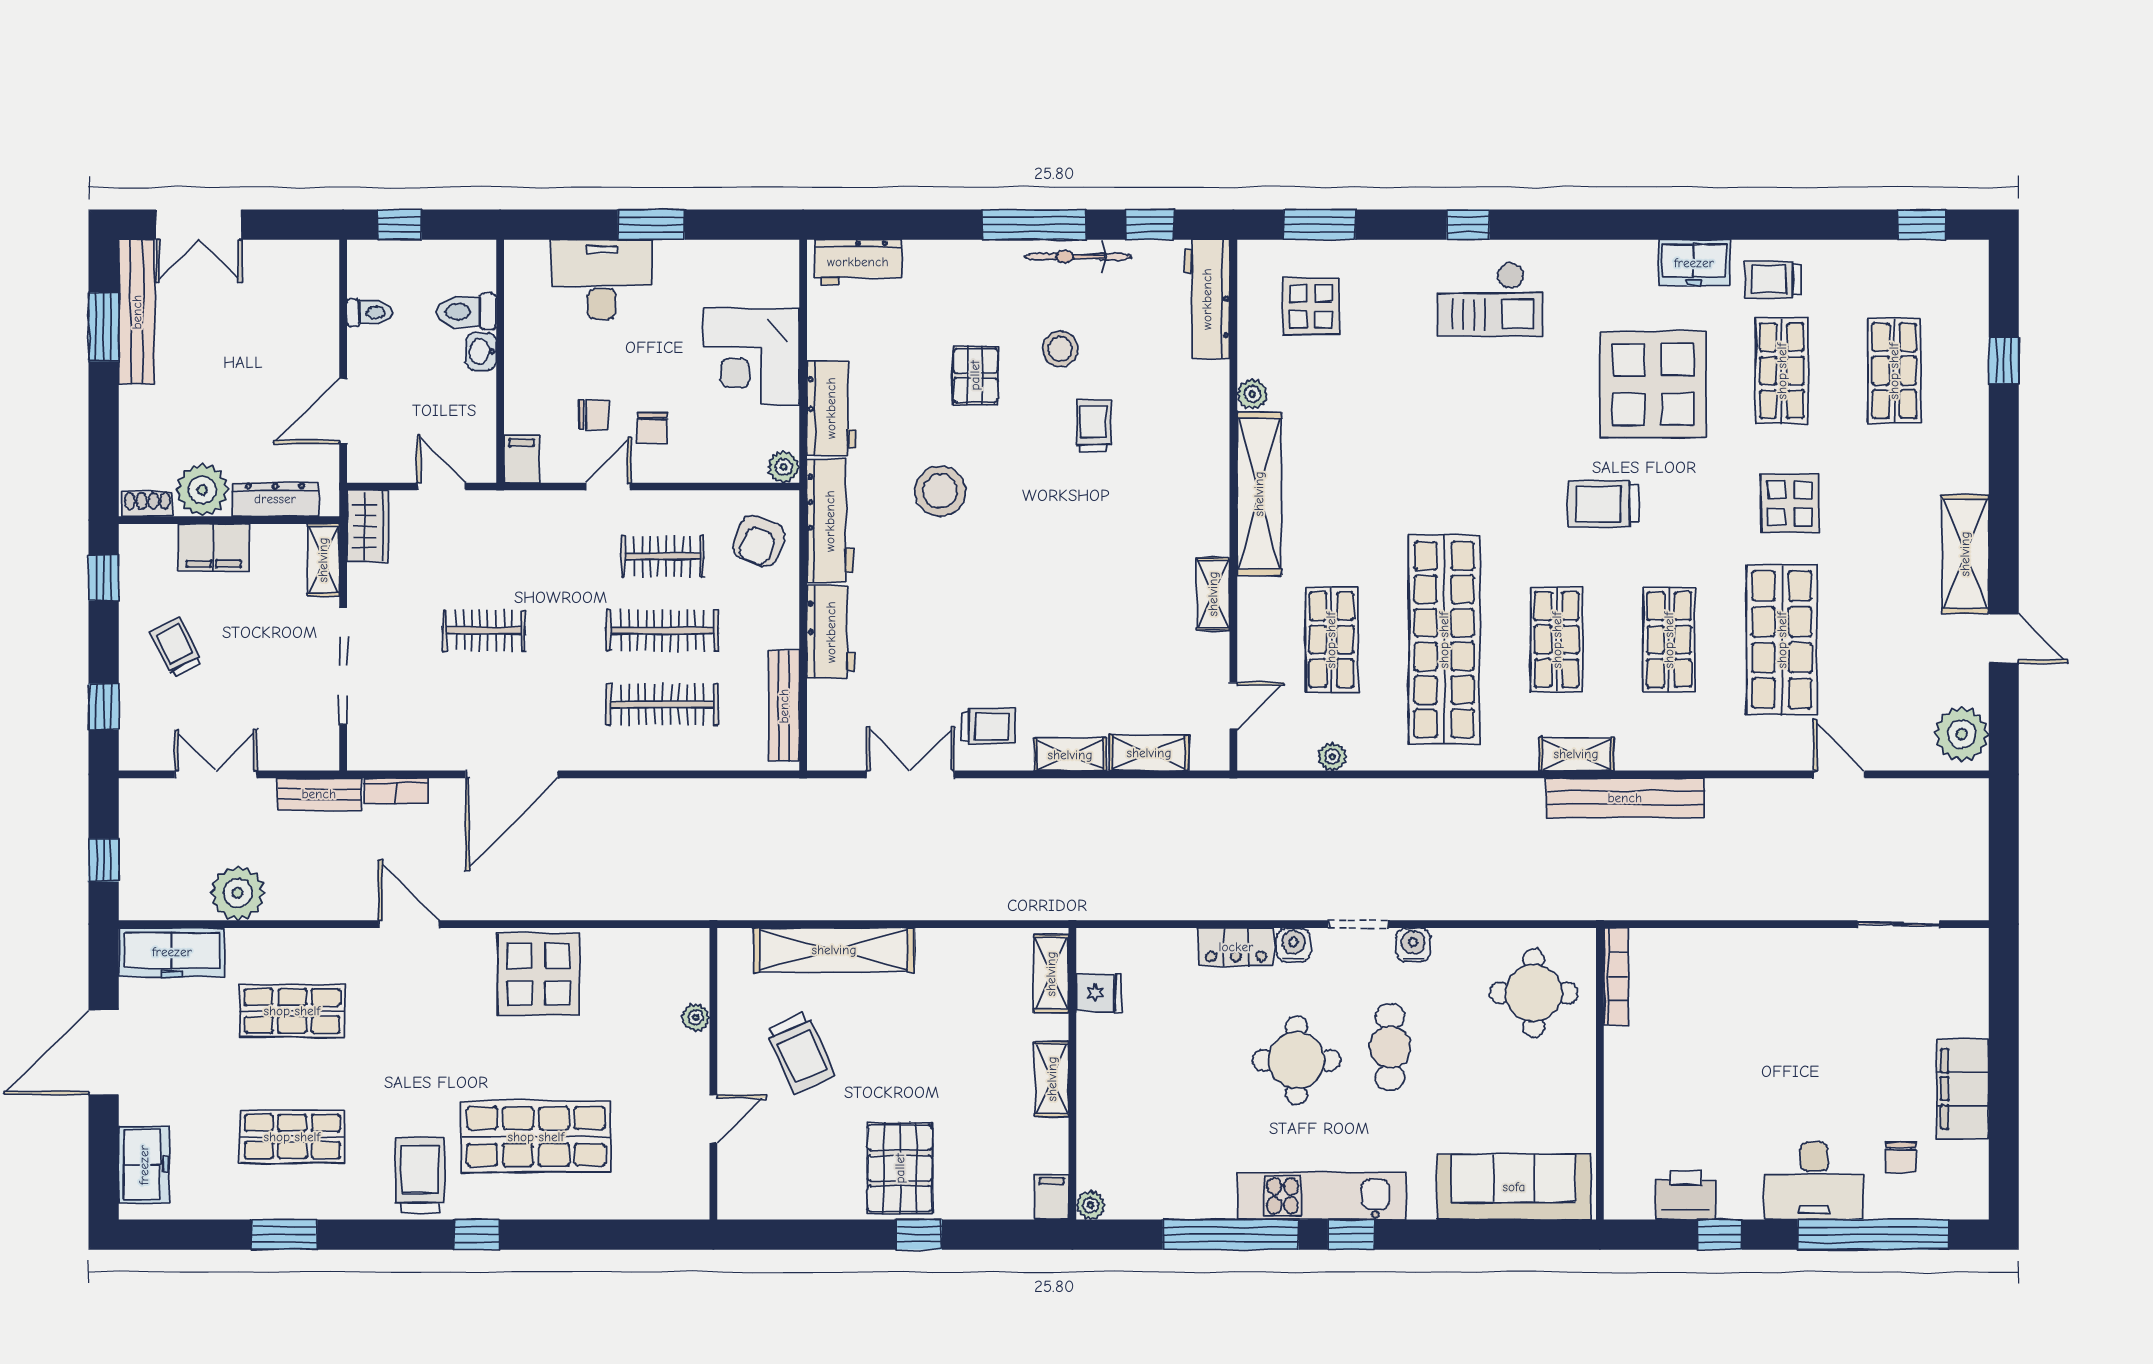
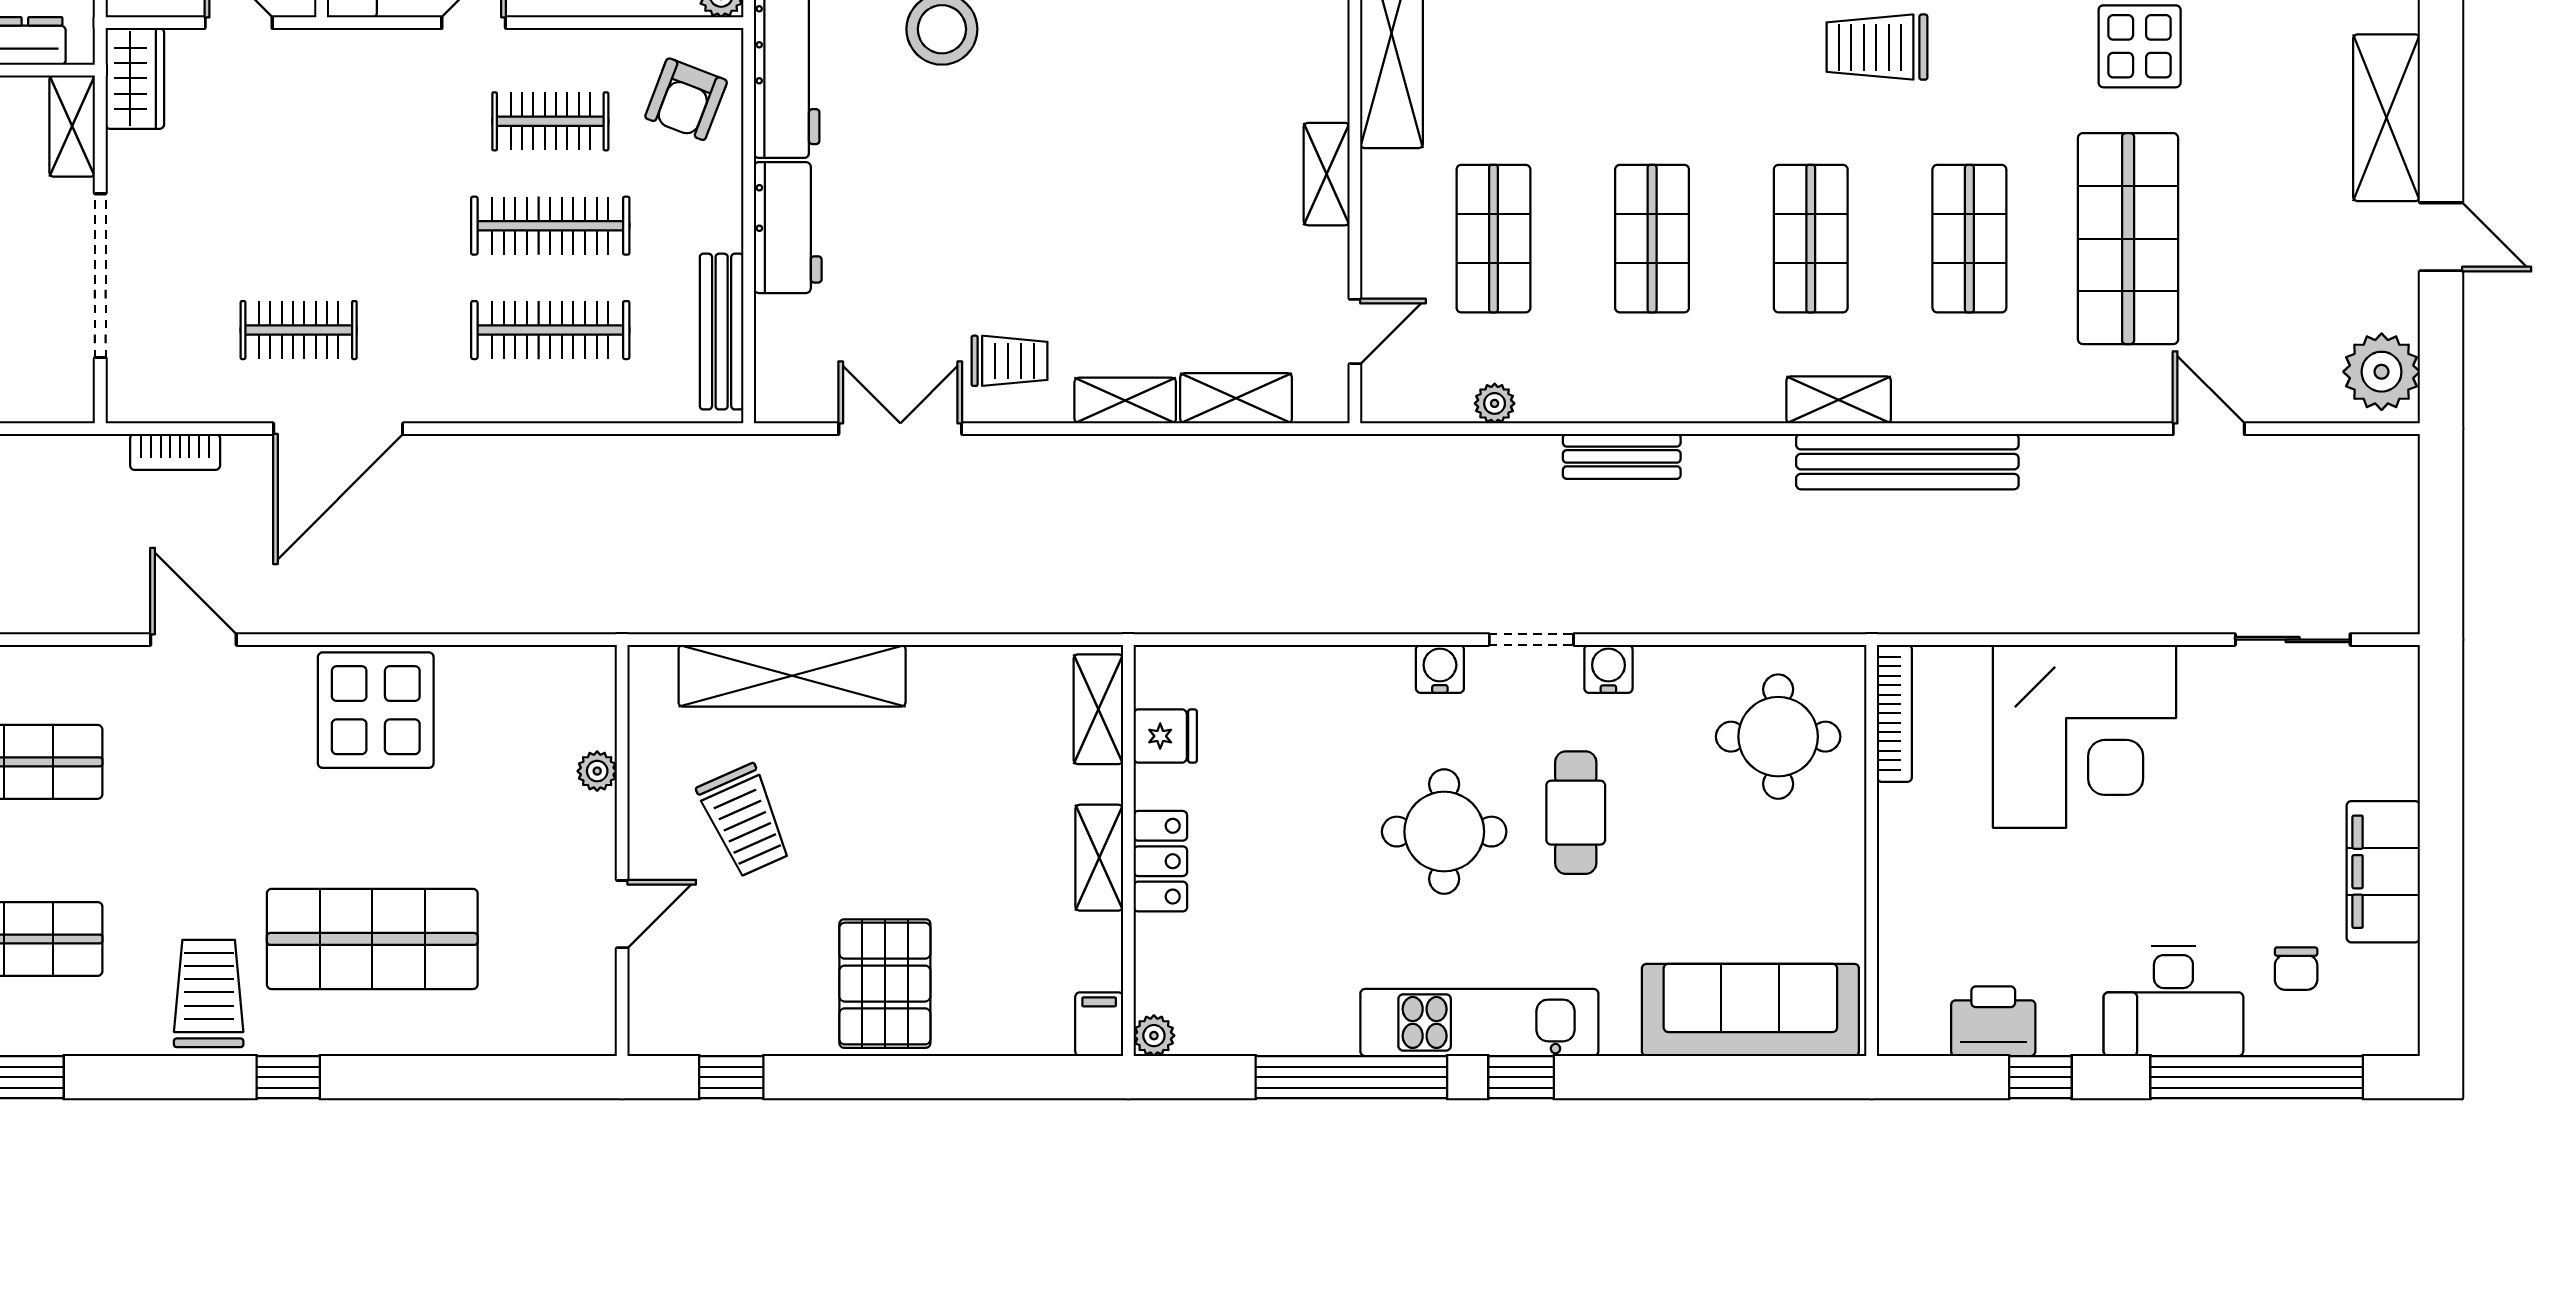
clothes rail: (484, 630) -> (299, 330), moved
shop shelf: (1444, 640) -> (1652, 239), width x0.50, depth x0.74
bench: (319, 794) -> (1622, 456), moved
locker: (1236, 947) -> (1160, 861), moved, turned -90
corner desk: (1751, 993) -> (2084, 736), added
window: (919, 1235) -> (731, 1077), moved

